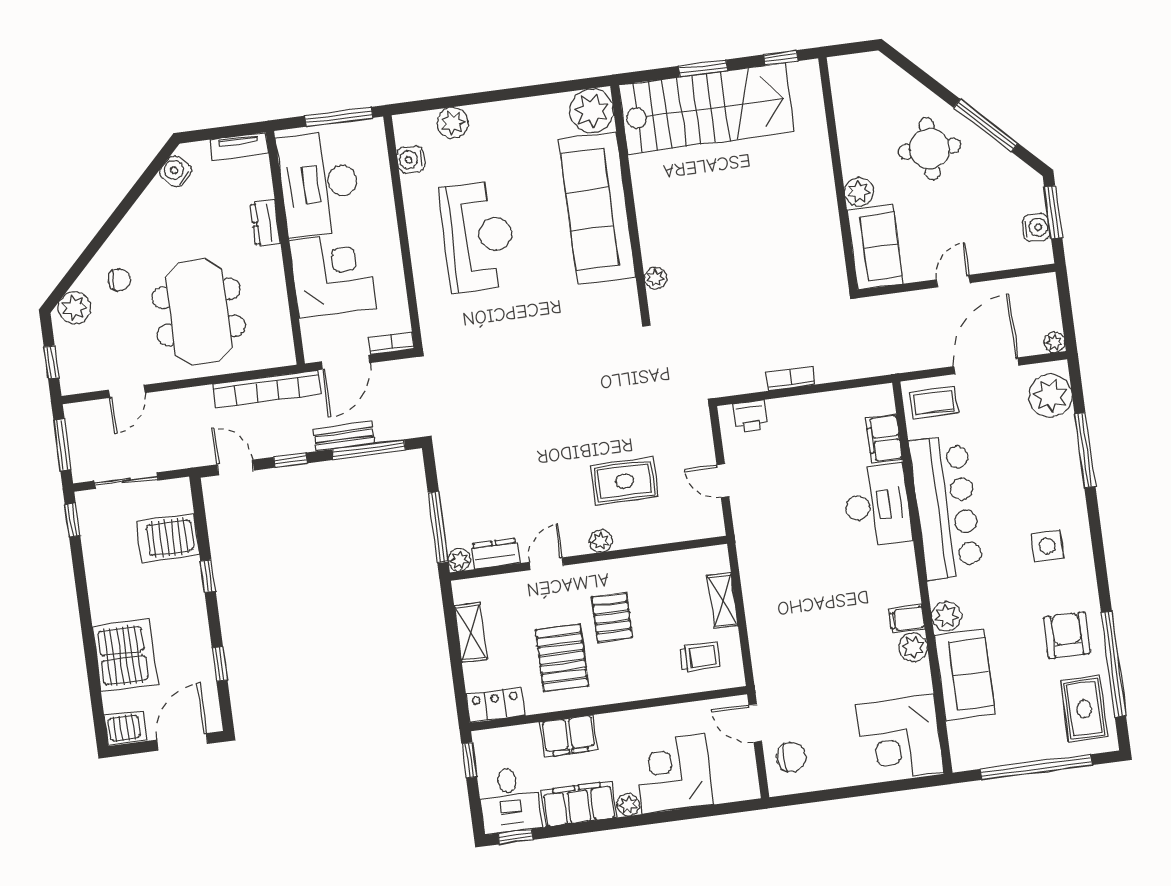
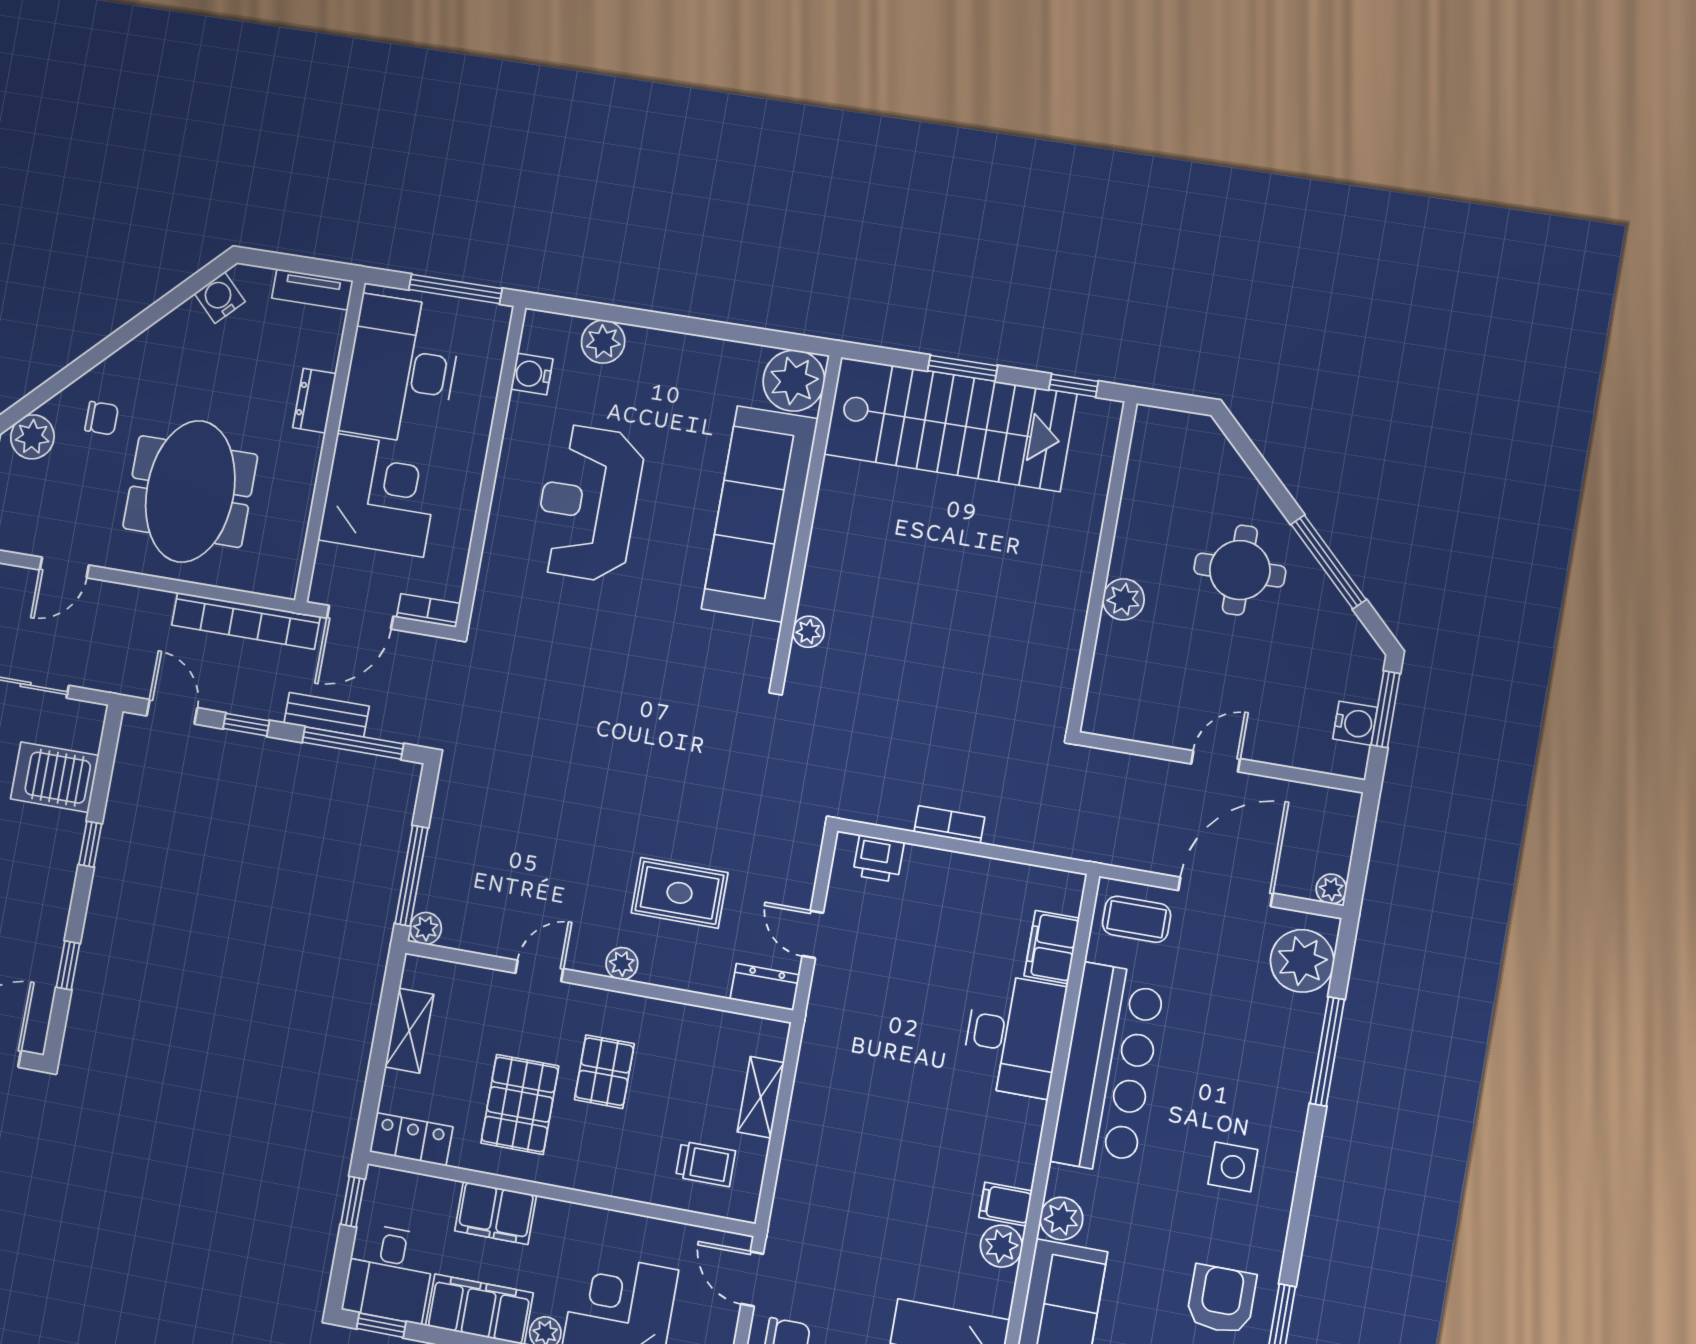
reception desk: (478, 236) -> (588, 503), turned 180
sofa: (875, 247) -> (1122, 681), removed
dresser: (495, 554) -> (765, 987), moved

